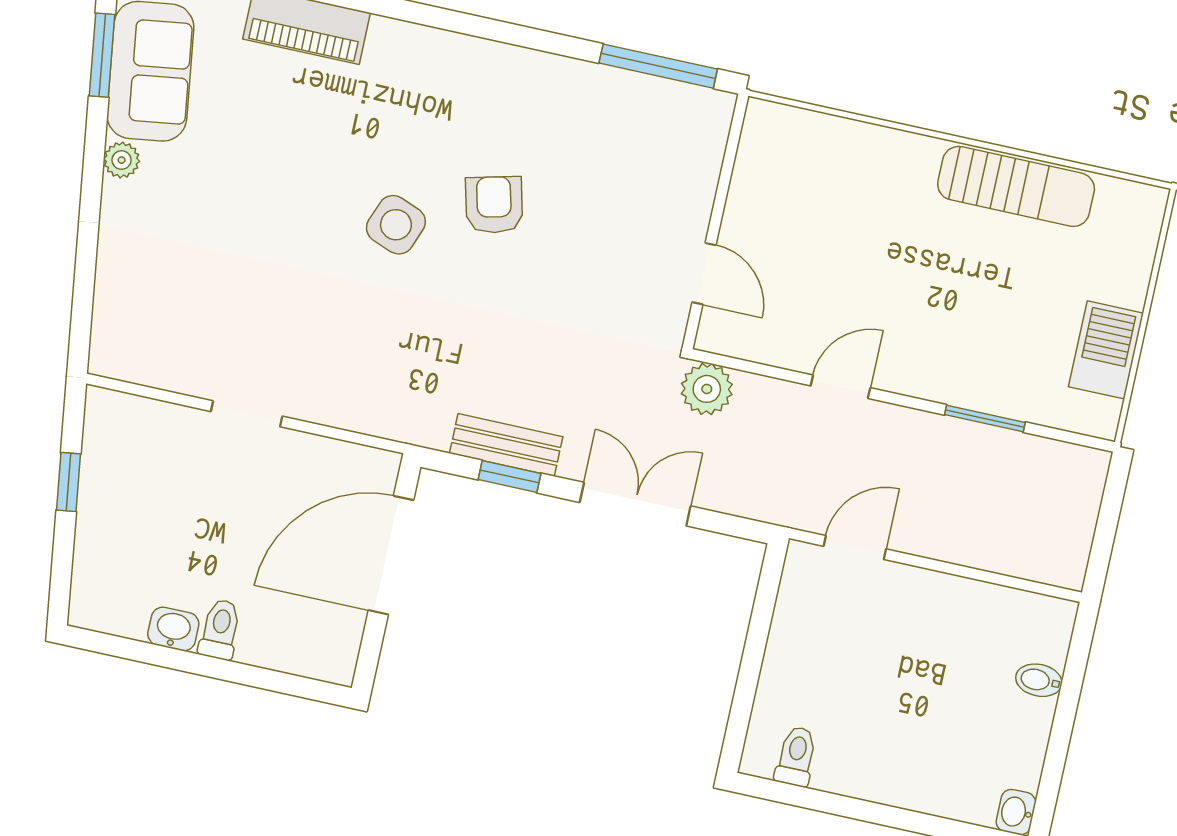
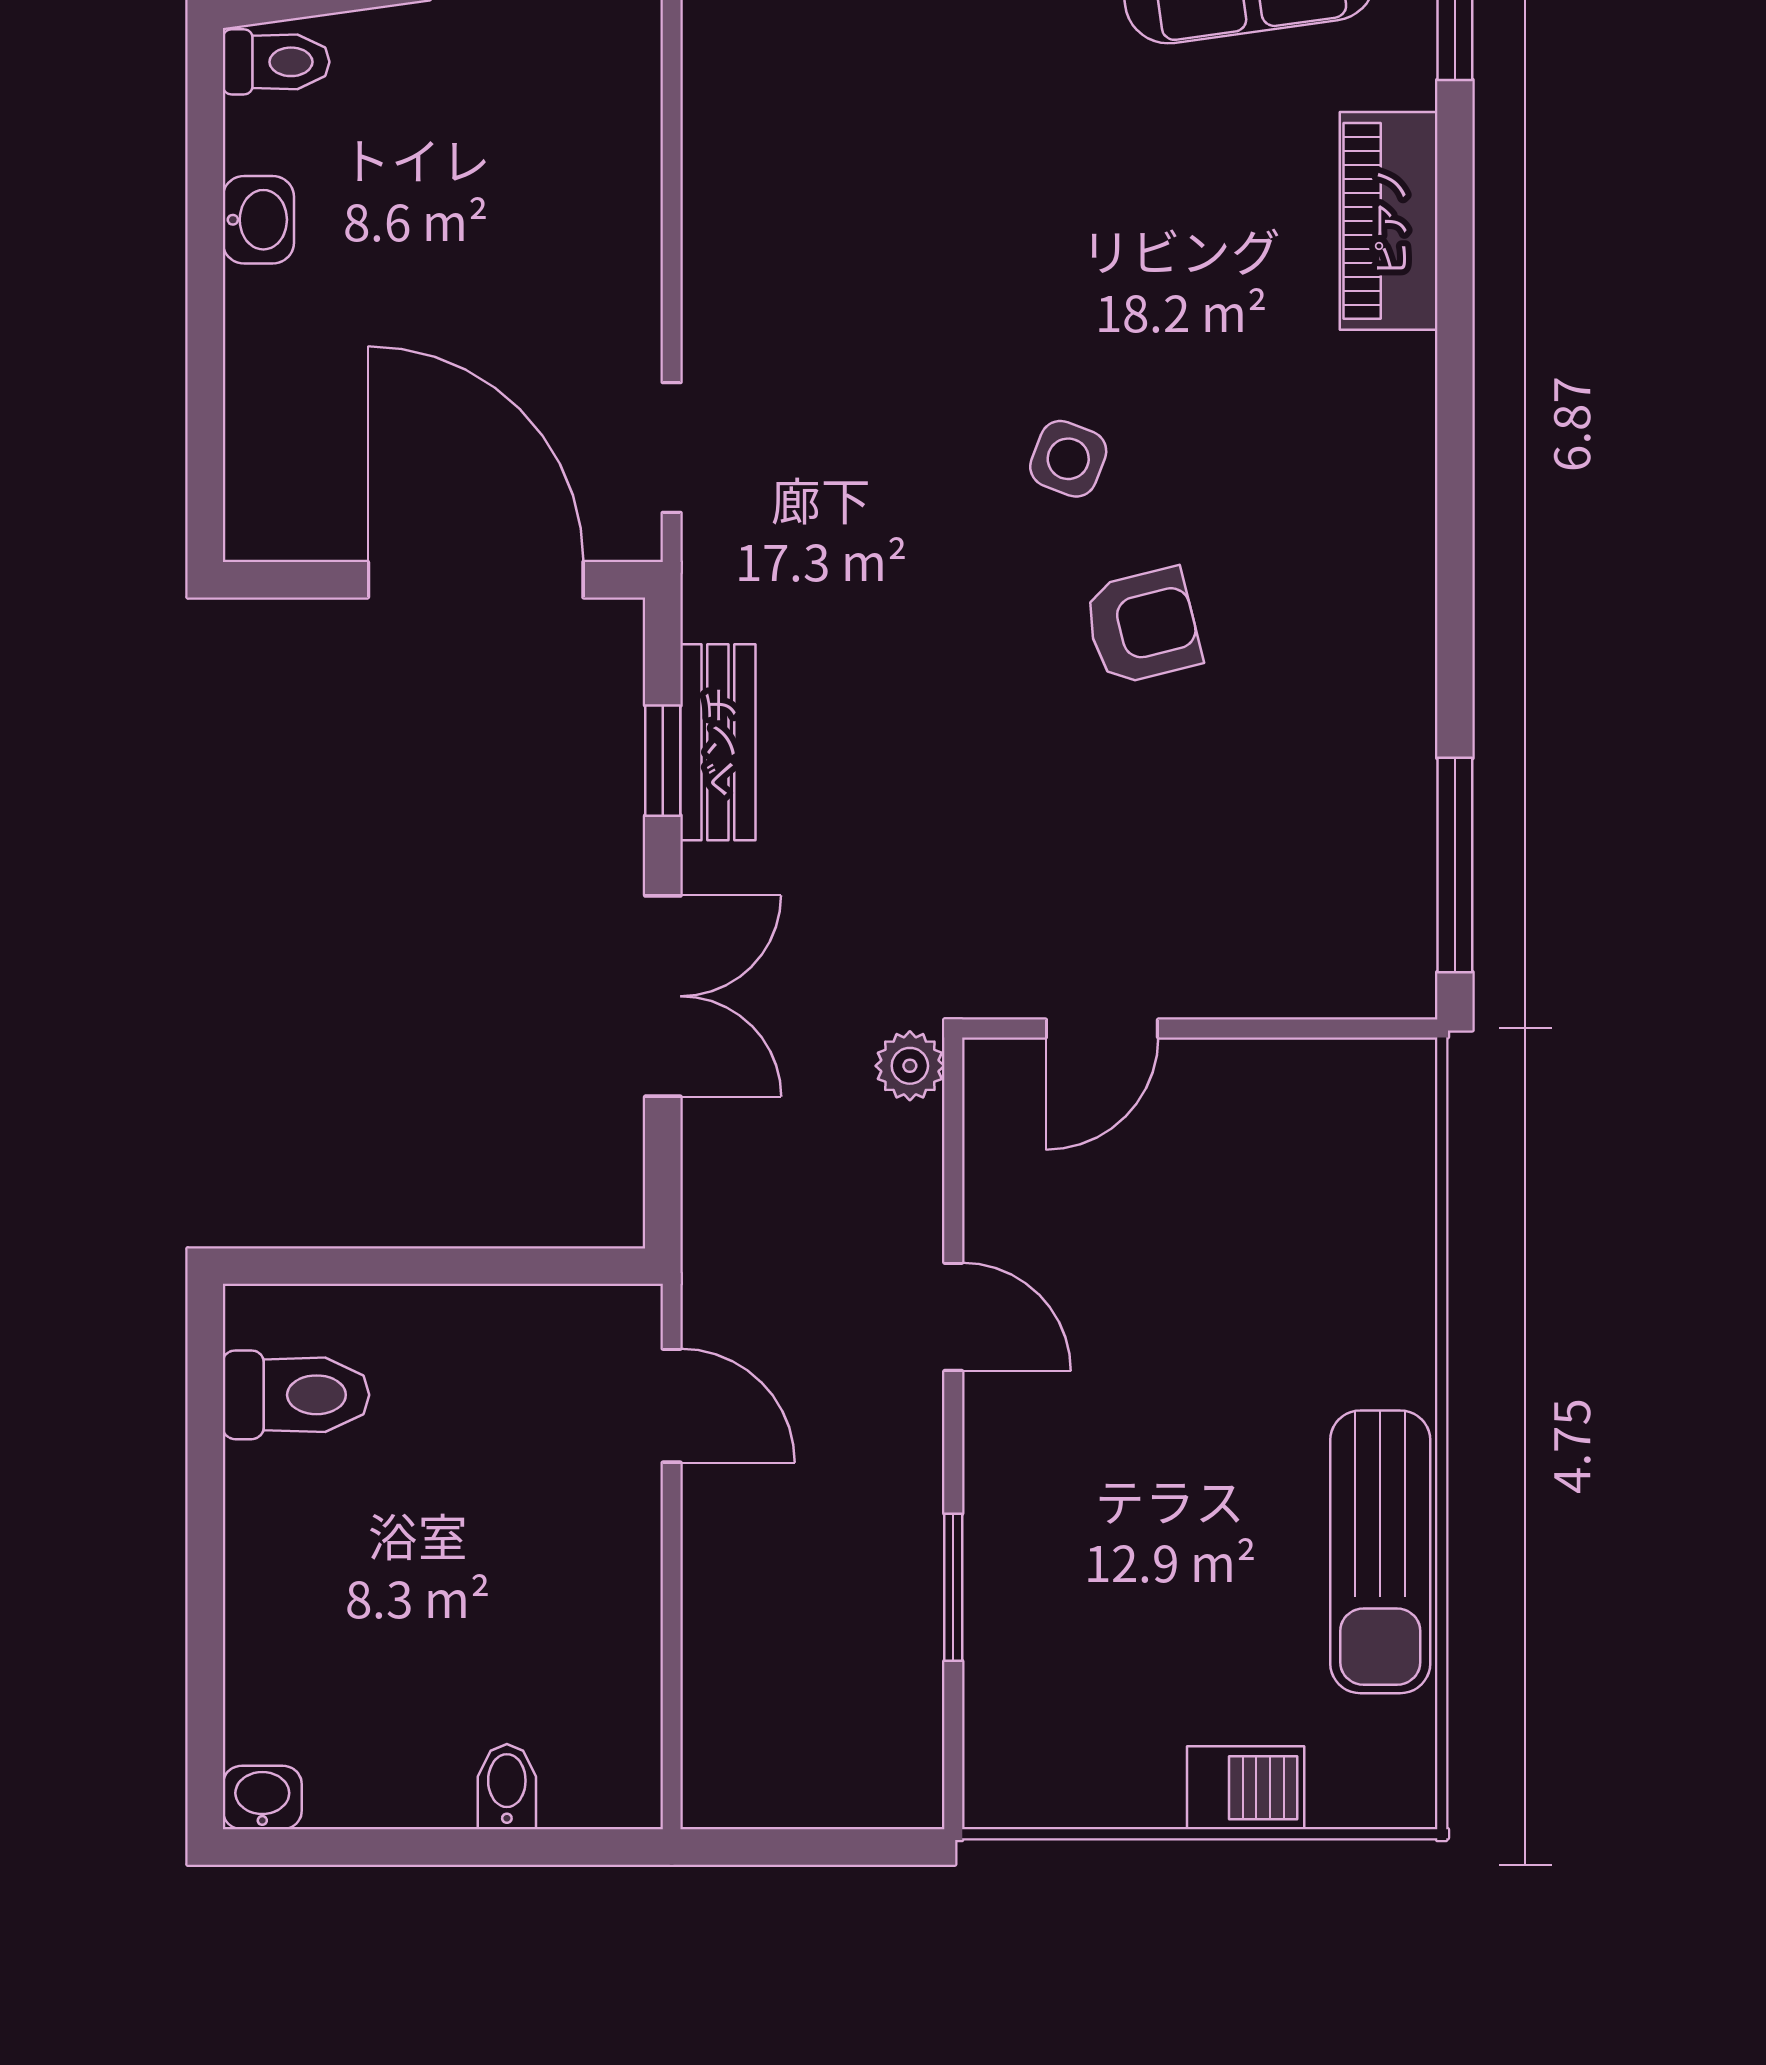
side table: (396, 225) -> (1068, 459), width x0.73, depth x0.73
barbecue: (1106, 350) -> (1246, 1788), moved, width x0.73, depth x0.79
plant: (707, 389) -> (910, 1066), width x0.73, depth x0.73
doorway: (247, 414) -> (672, 448), moved
toilet: (220, 629) -> (276, 62), moved
toilet: (796, 756) -> (296, 1395), width x1.37, depth x1.39

